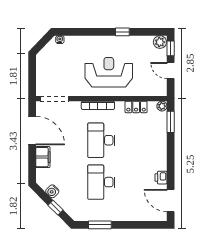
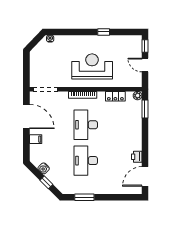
plant: (160, 42) -> (136, 41), removed
filing cabinet: (43, 157) -> (36, 139), width x0.50
door: (171, 201) -> (145, 176), hinge flipped

